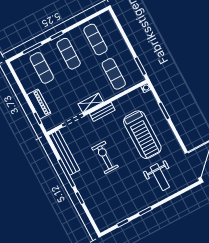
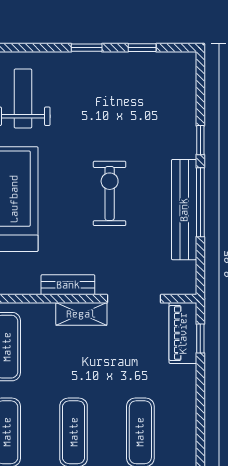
piano: (39, 104) -> (183, 333), moved
bench: (64, 153) -> (184, 210), moved
exercise bike: (105, 157) -> (110, 193), turned 180

